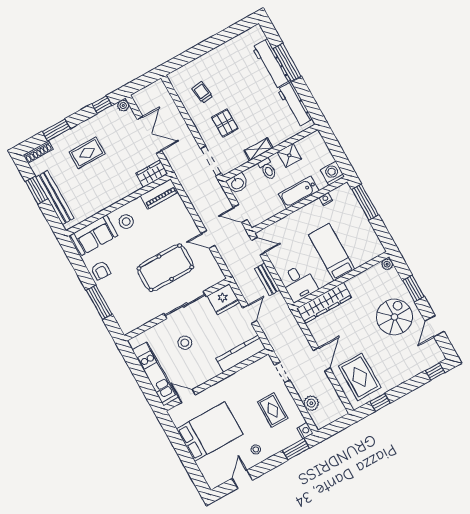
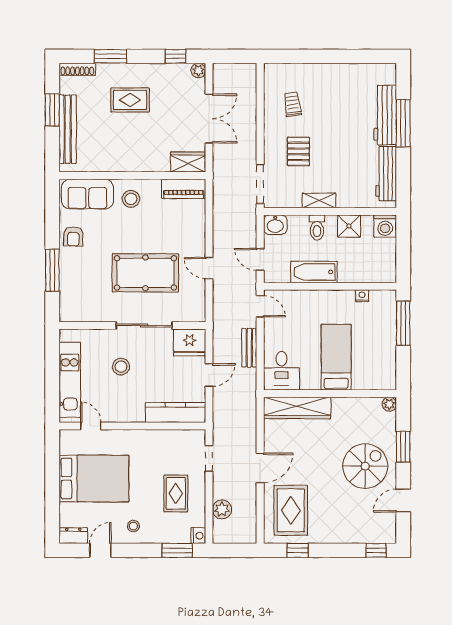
washing machine: (332, 173) -> (385, 226), moved, turned 180
bathtub: (299, 192) -> (314, 272), moved
dresser: (218, 480) -> (73, 536), added

